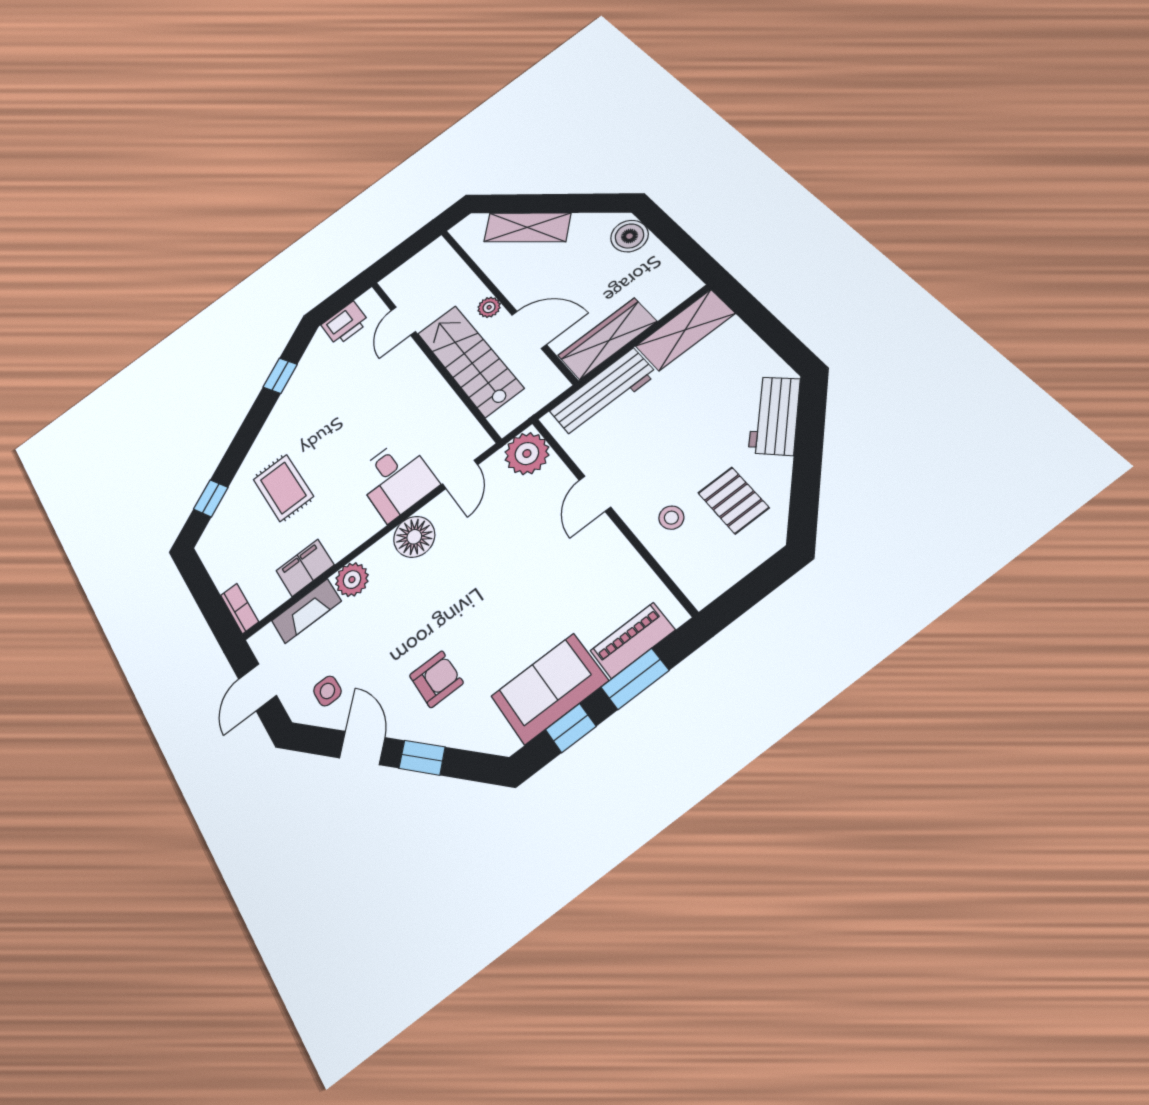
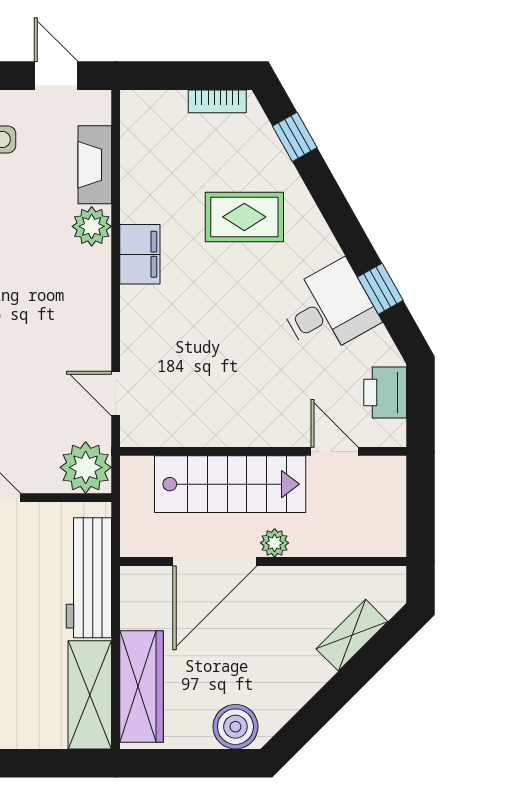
shelving: (527, 227) -> (352, 635), width x0.67, depth x0.75
door: (529, 330) -> (215, 561), width x1.36
wardrobe: (607, 338) -> (142, 687), moved
desk: (396, 479) -> (328, 309), moved, turned 151
floor lamp: (414, 537) -> (87, 311), removed
filing cabinet: (305, 568) -> (140, 254), moved
bookcase: (240, 608) -> (217, 101), moved

